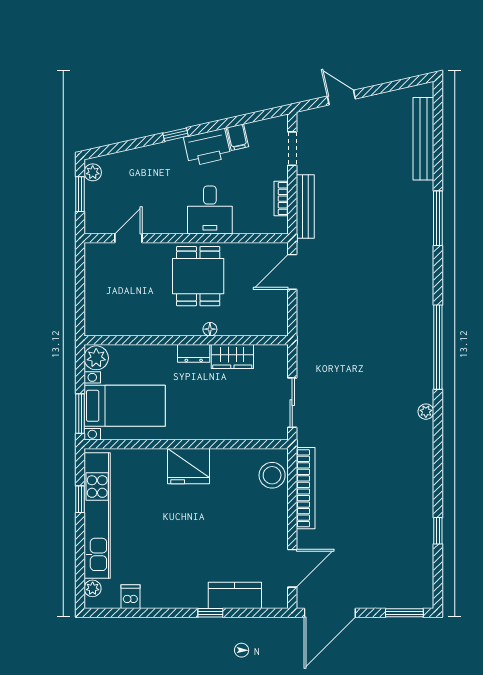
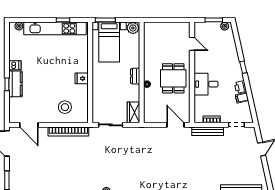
printer: (207, 147) -> (240, 87), width x0.53, depth x0.68
dining table: (198, 276) -> (173, 78), turned 90
wardrobe: (232, 357) -> (134, 112), moved
fridge: (189, 466) -> (82, 78), width x0.53, depth x0.75
stool: (272, 475) -> (65, 107), moved
kitchen counter: (235, 595) -> (15, 84), moved
dishwasher: (131, 597) -> (15, 65), moved

